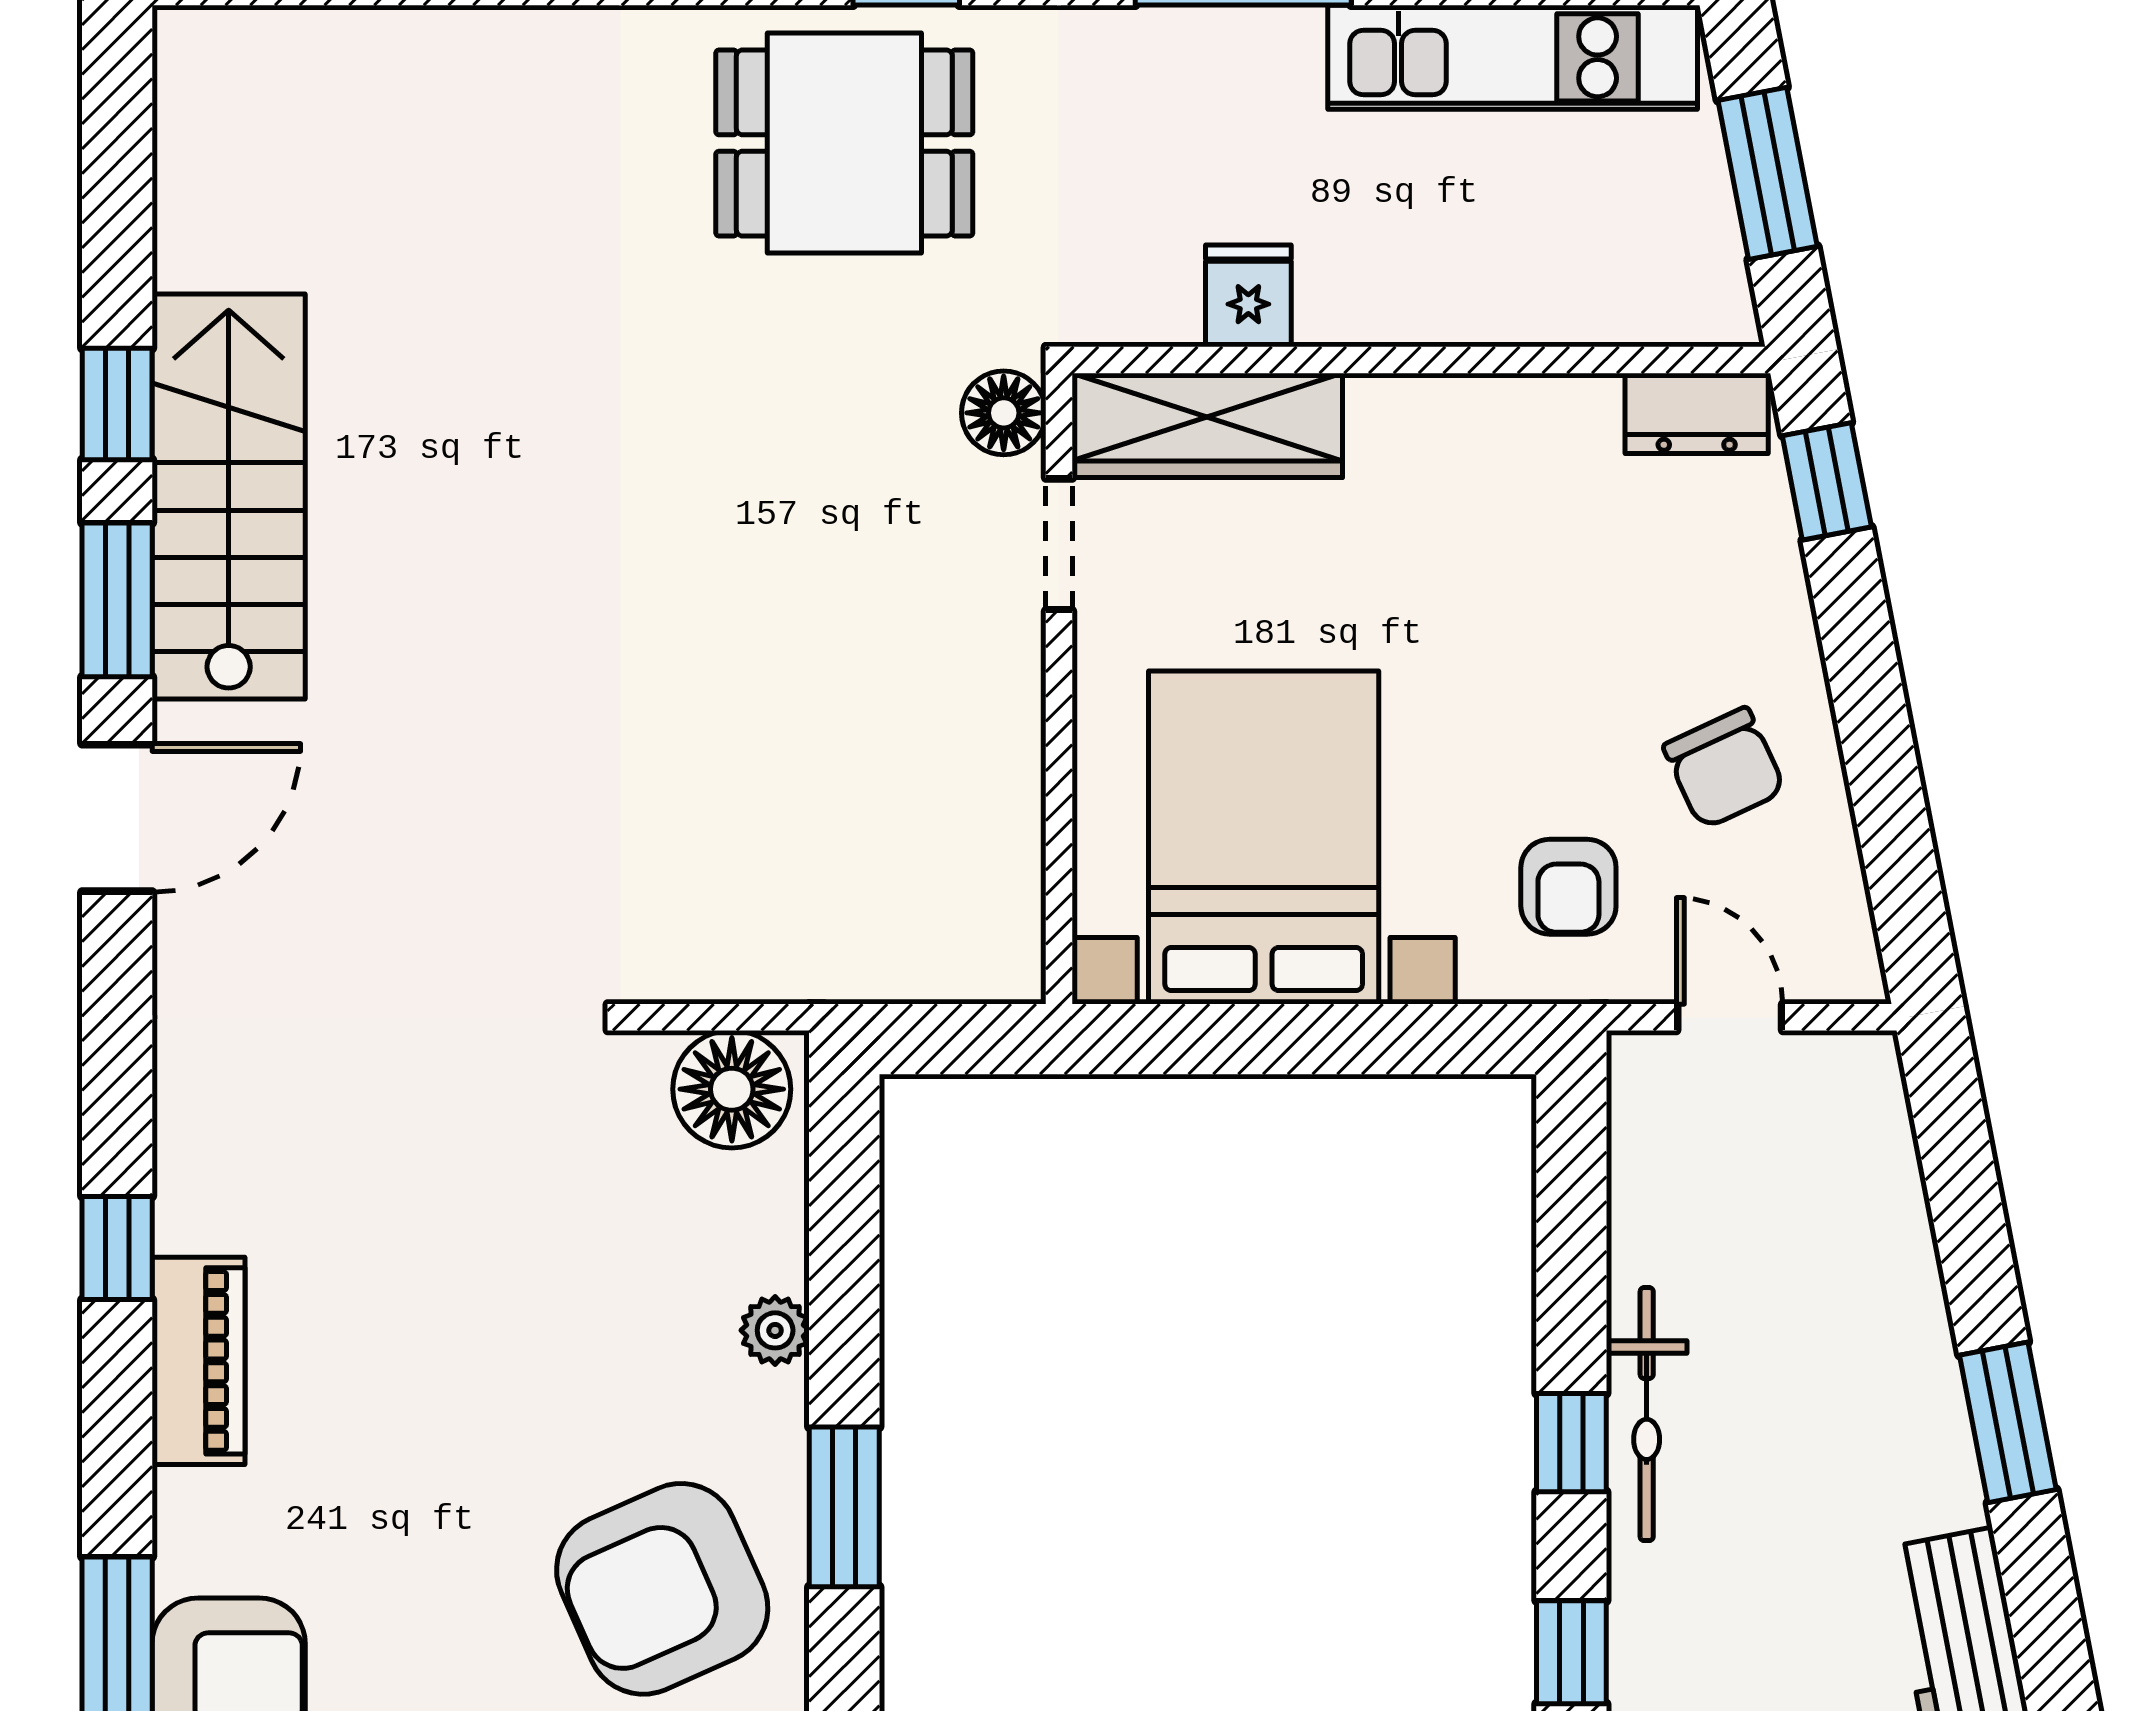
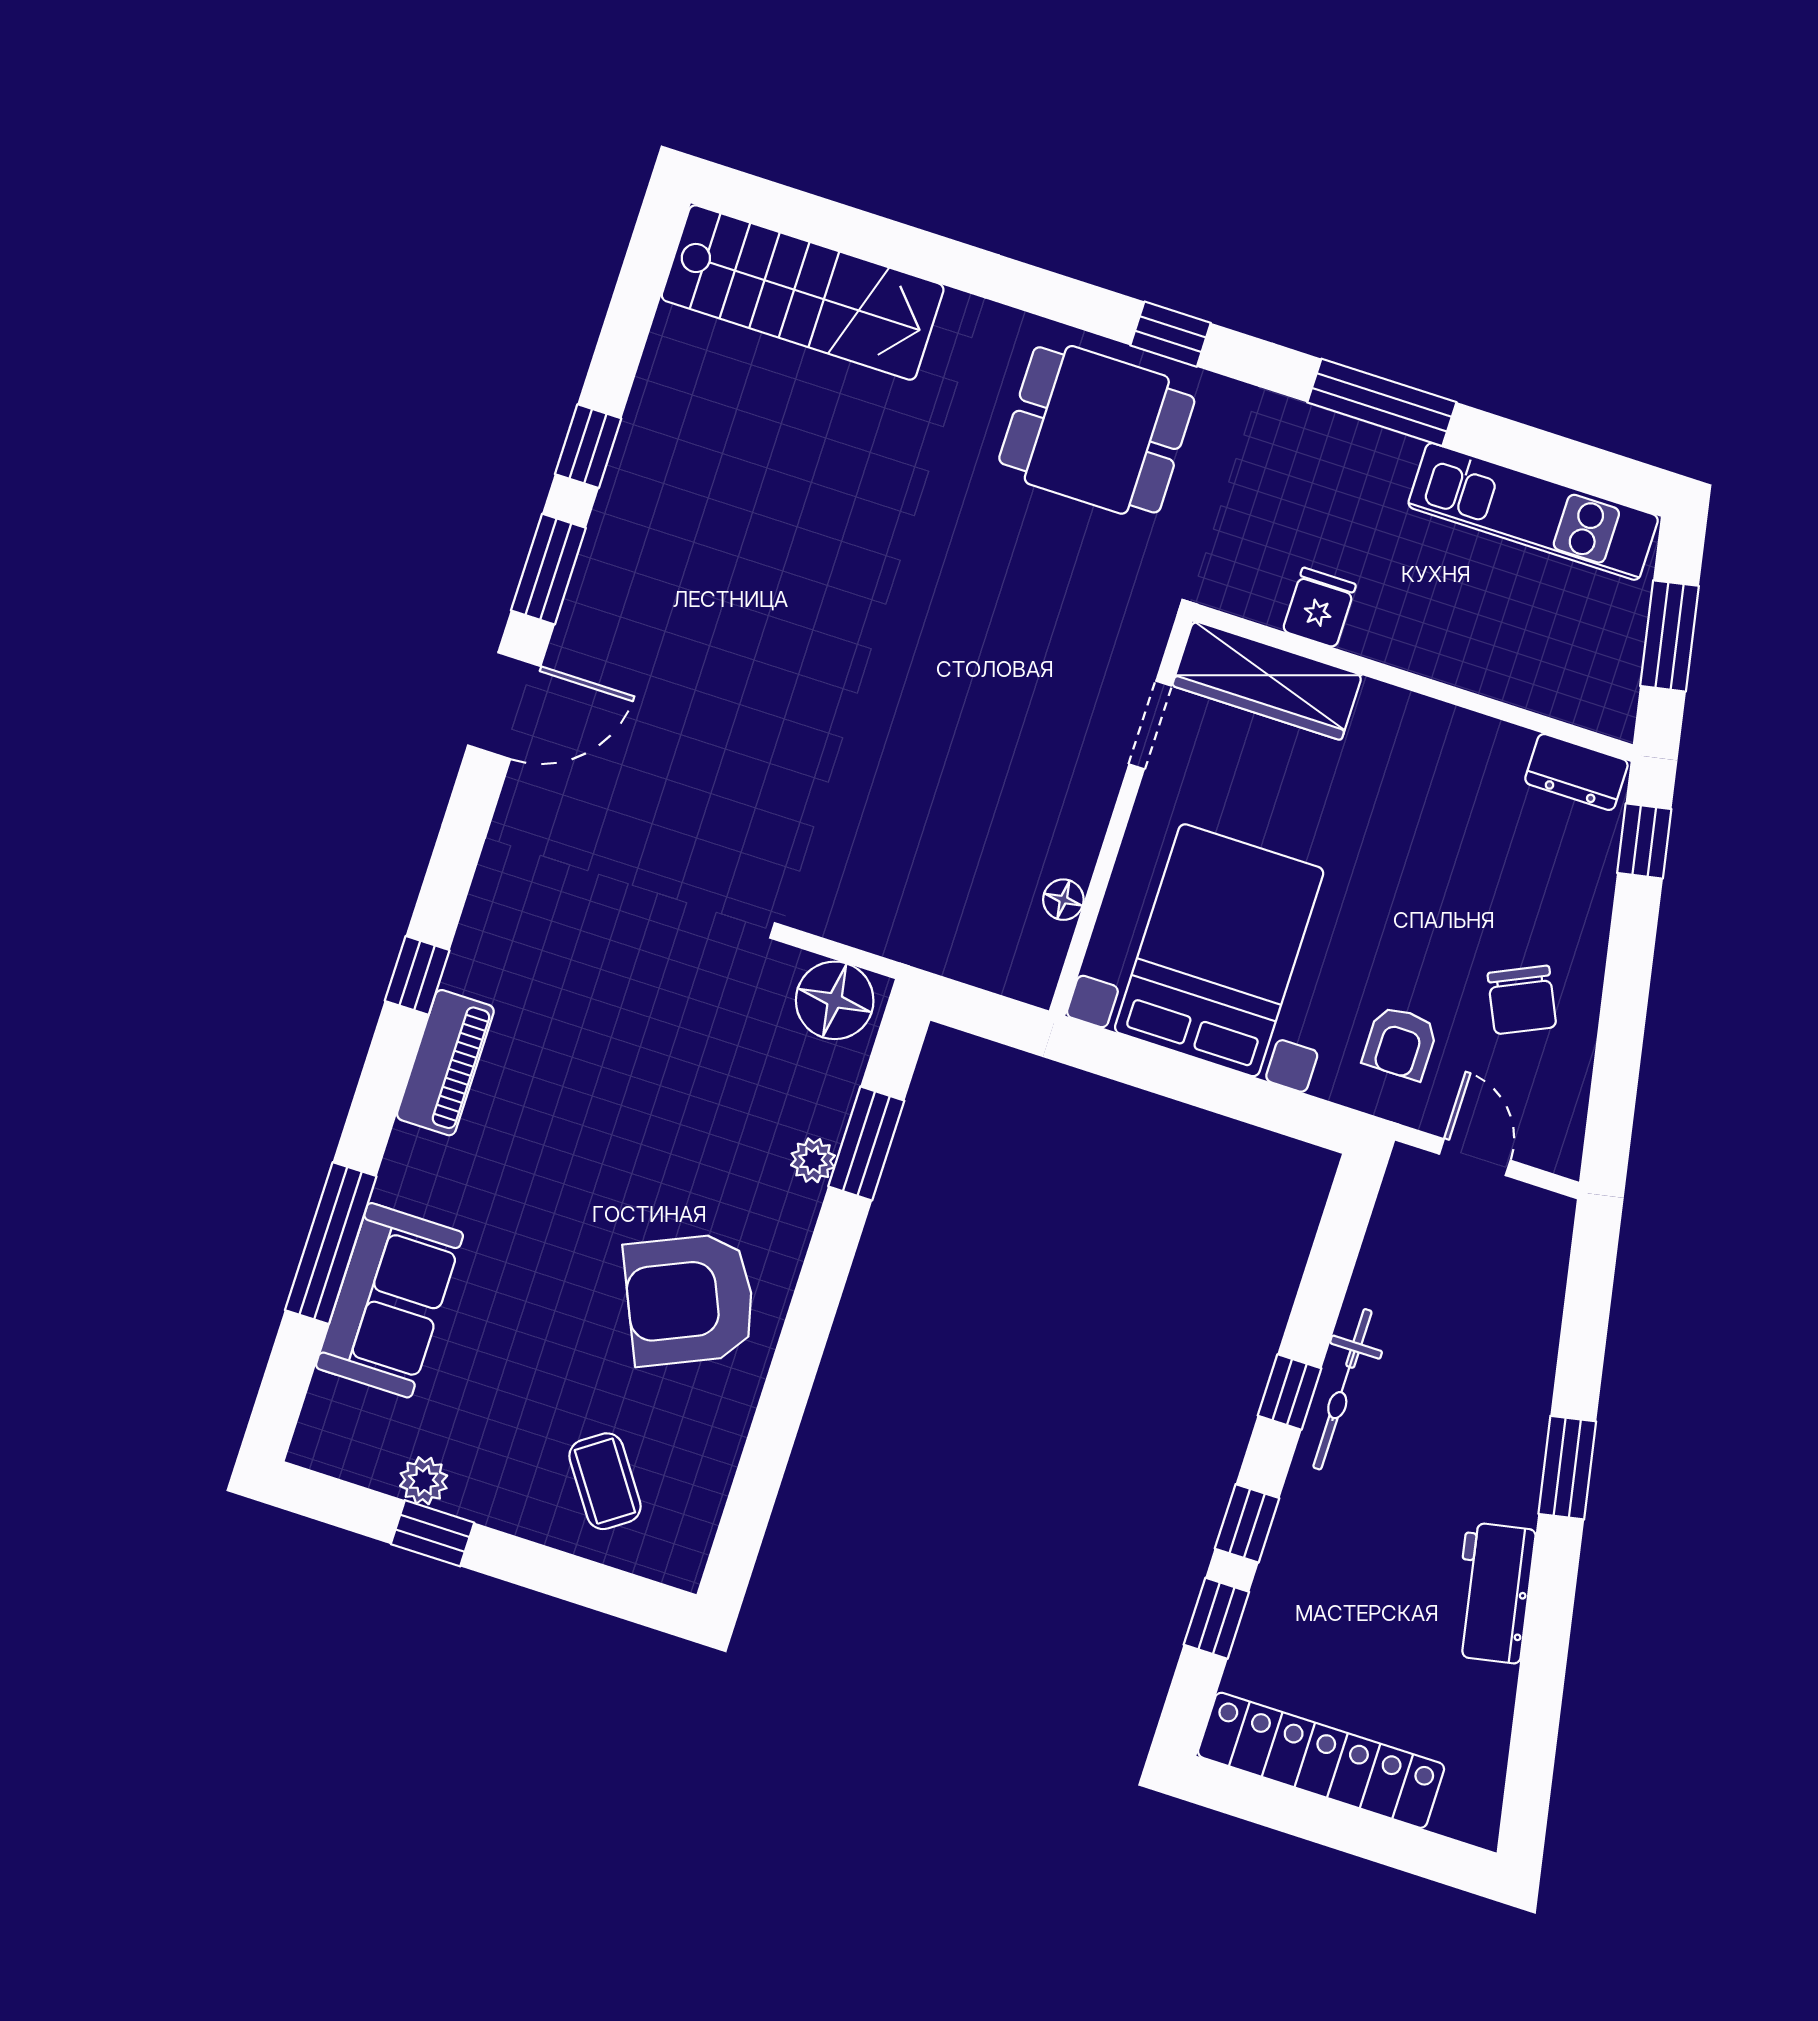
floor lamp: (1004, 413) -> (1063, 900), moved, width x0.73, depth x0.73
stairs: (229, 497) -> (803, 292), moved, turned 90
window: (844, 1507) -> (866, 1144), moved

